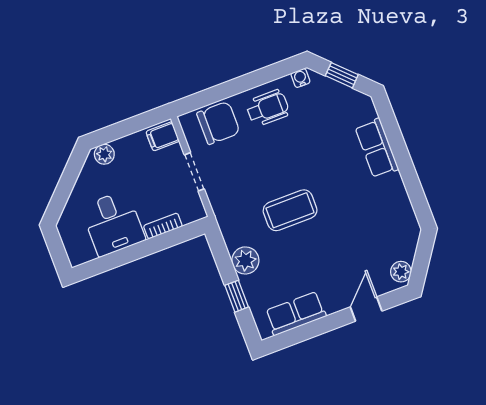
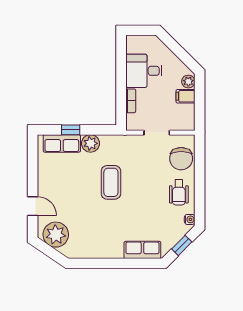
filing cabinet: (163, 136) -> (185, 96), moved, turned -90
row of seats: (377, 148) -> (142, 250), moved
plant: (401, 272) -> (56, 235), width x1.87, depth x1.87
row of seats: (296, 314) -> (62, 143), moved, turned 90

